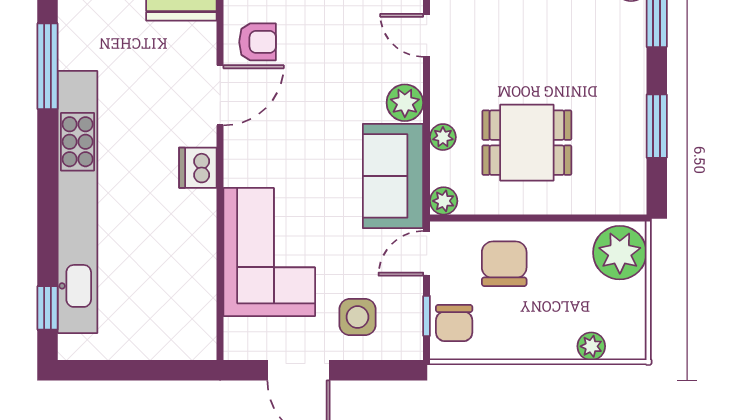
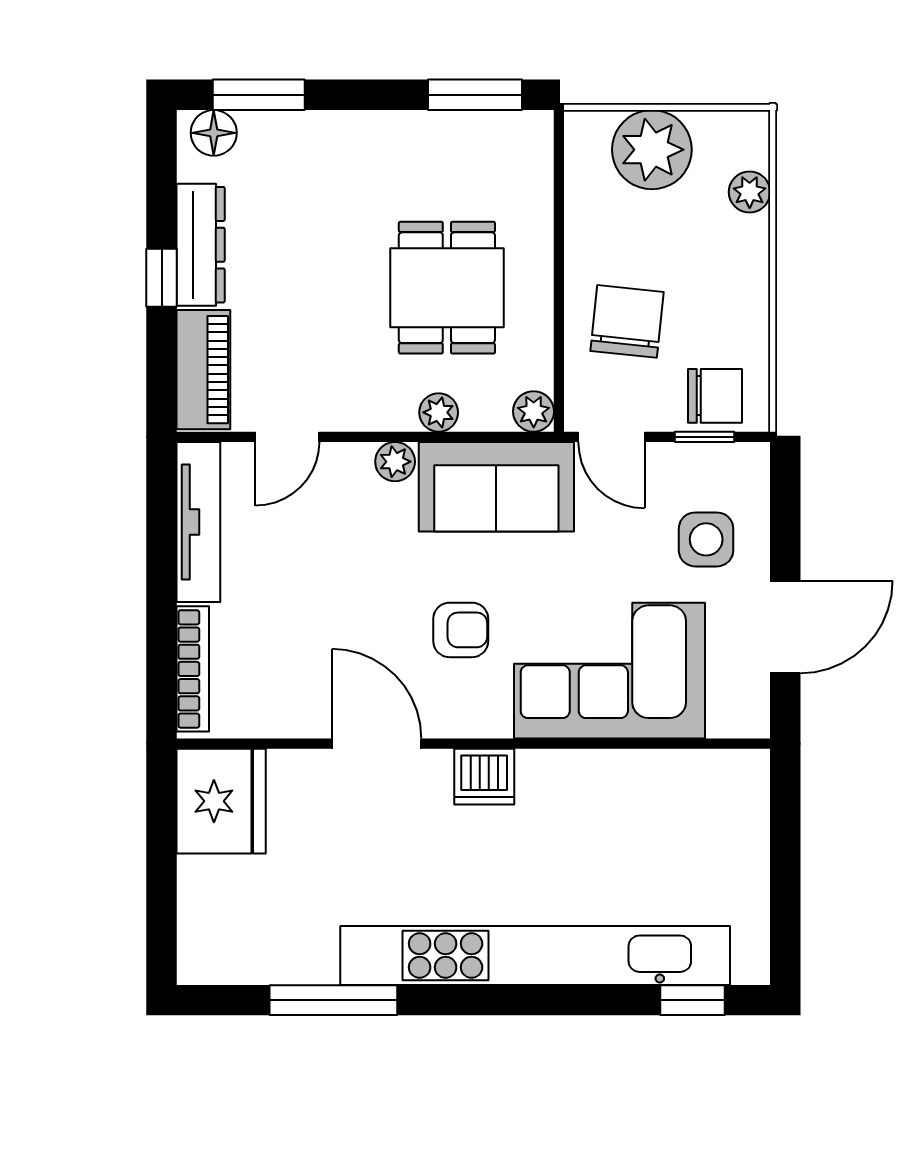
armchair: (258, 42) -> (461, 630), moved, turned 90
plant: (405, 103) -> (395, 462), width x0.73, depth x0.73
window: (657, 126) -> (475, 95), moved
plant: (620, 253) -> (652, 150), moved
chair: (504, 264) -> (627, 321), turned 96

